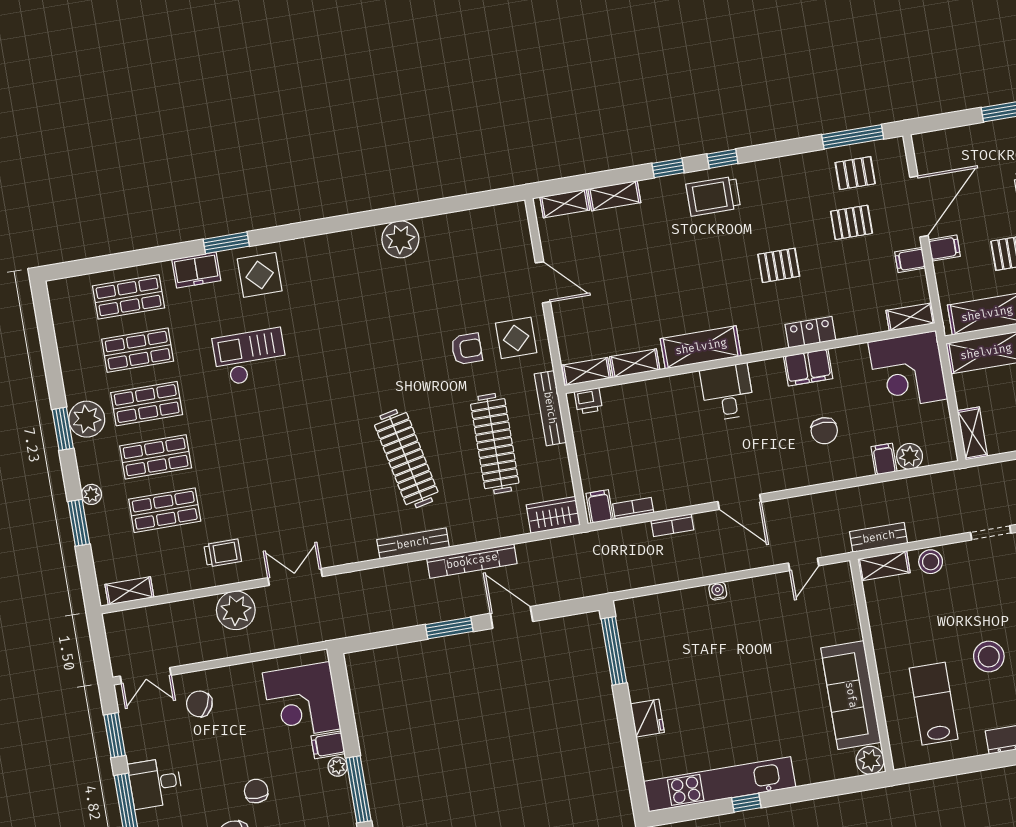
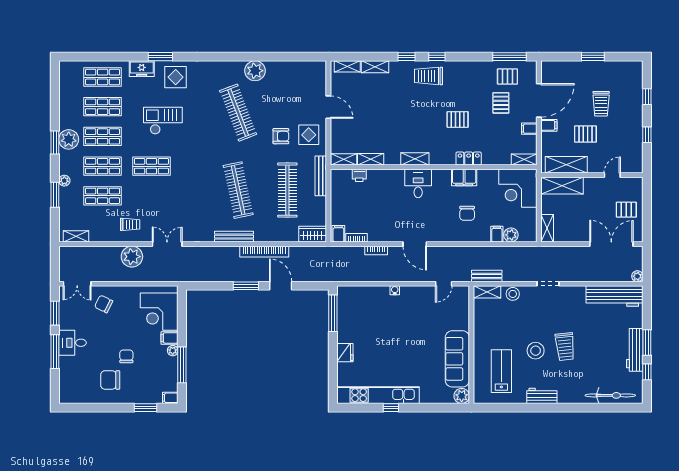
pallet: (851, 222) -> (501, 103), turned 90
clothes rail: (383, 320) -> (238, 113), added
shelving: (701, 347) -> (415, 159), width x0.67, depth x0.75
printer: (588, 401) -> (359, 175), moved
shop shelf: (244, 442) -> (151, 166), added

